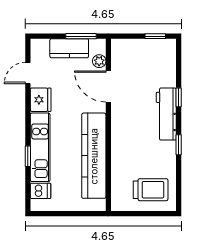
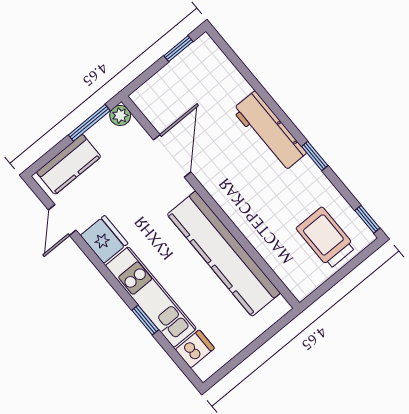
kitchen counter: (69, 48) -> (69, 164), moved
plant: (99, 61) -> (120, 115), moved
door: (108, 86) -> (172, 156), swing flipped
window: (179, 97) -> (367, 219), moved
trolley: (151, 190) -> (326, 238), turned -90

